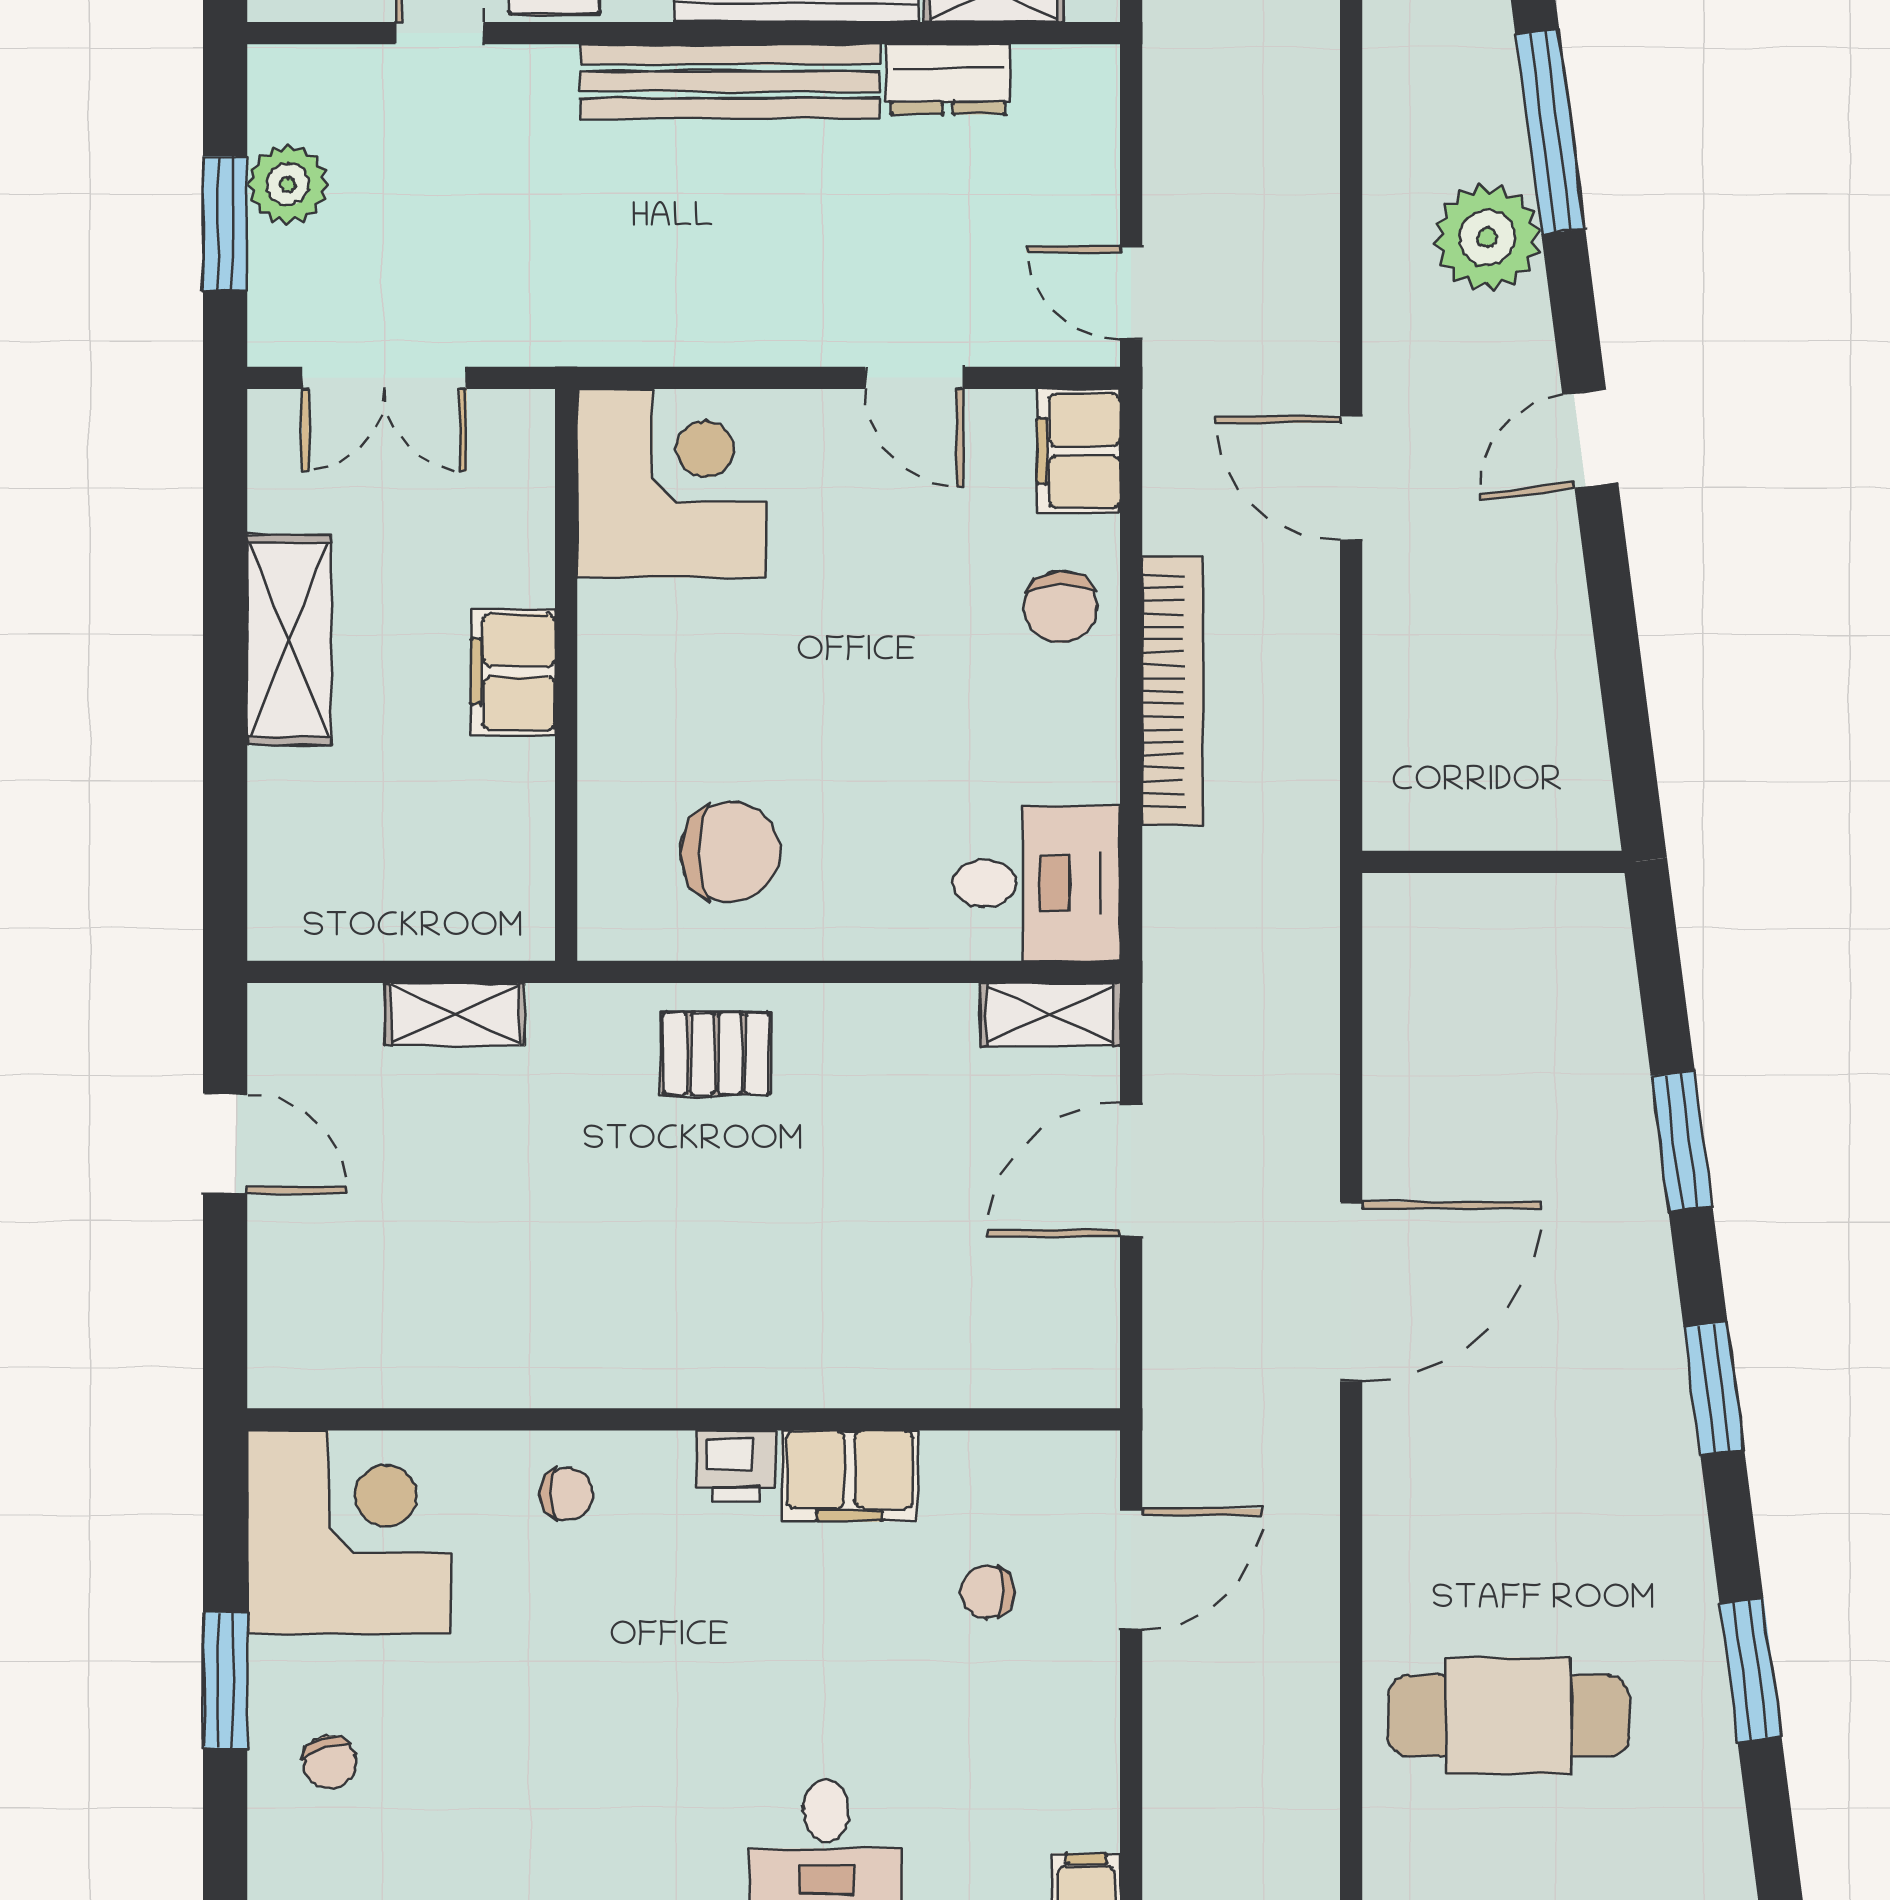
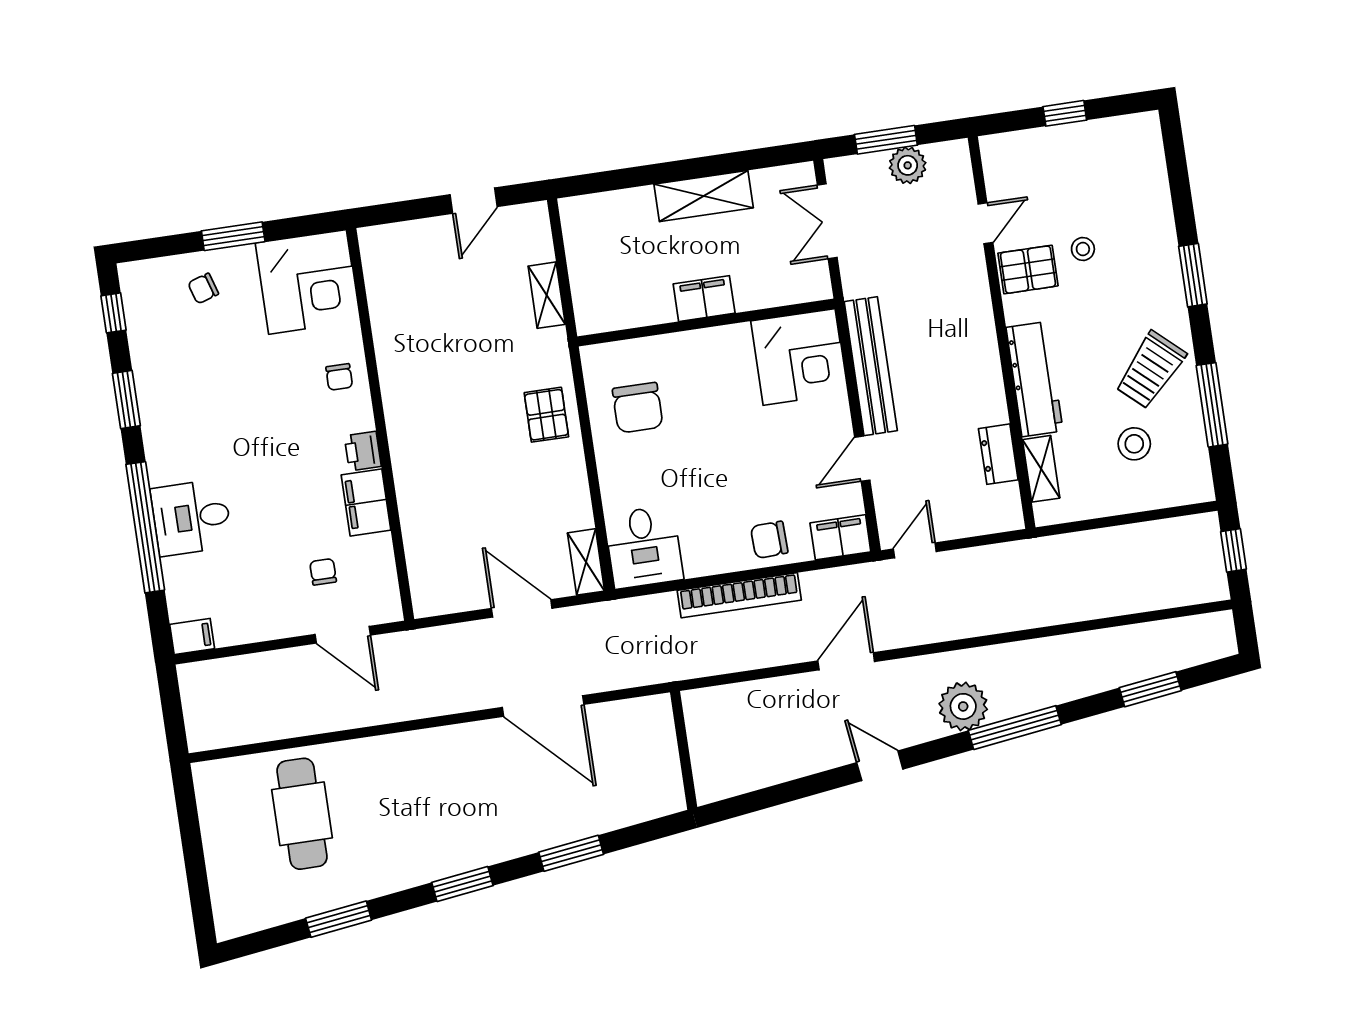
bench: (730, 81) -> (871, 366), moved
door: (1351, 1292) -> (543, 706), moved

